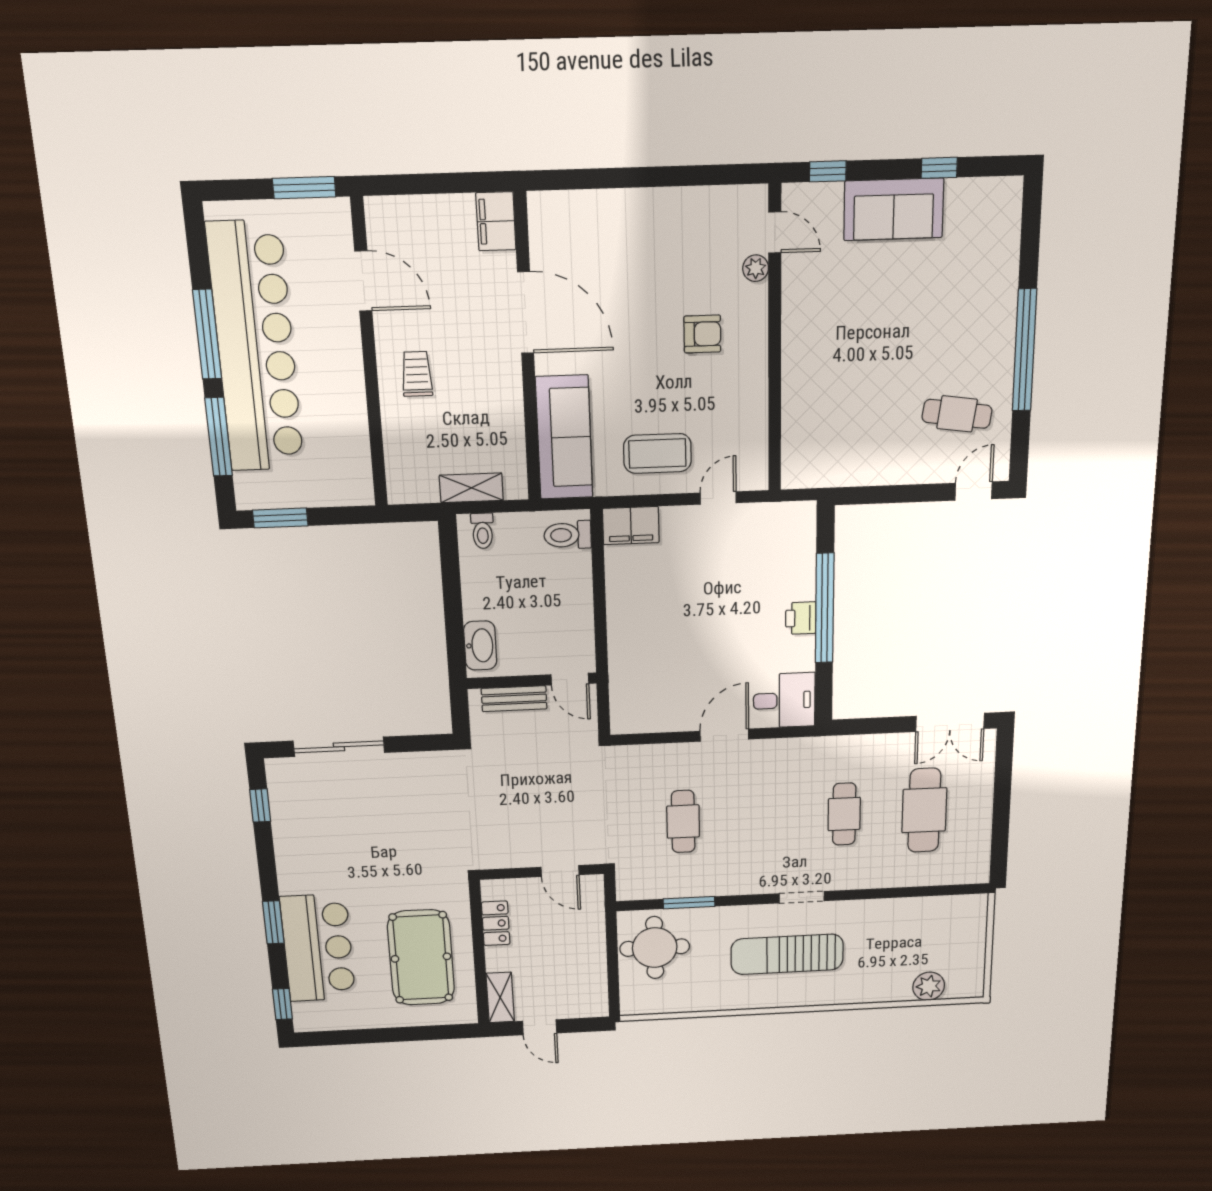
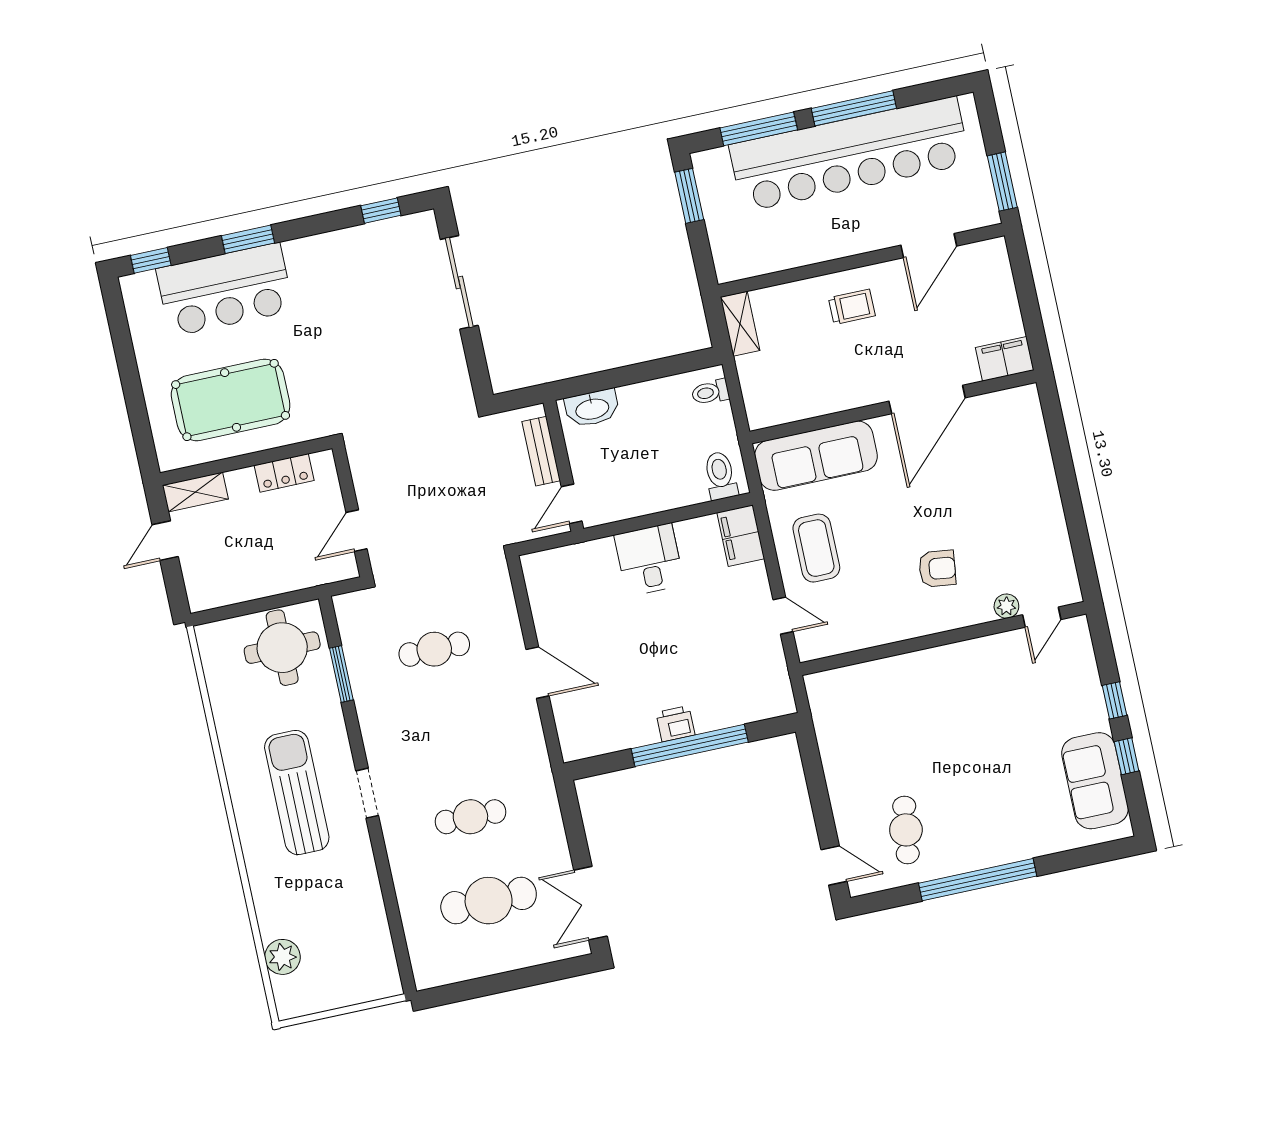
window: (828, 171) -> (1114, 700), moved
sofa: (894, 209) -> (1095, 781), moved
armchair: (702, 334) -> (937, 569), turned -83
shelving: (471, 488) -> (740, 324), moved
desk: (784, 700) -> (649, 560), moved, turned 180

